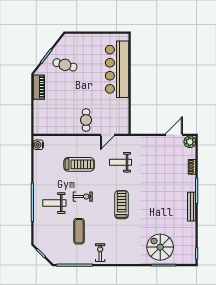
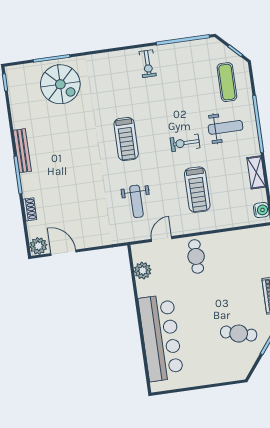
plant: (123, 116) -> (143, 271), added
door: (174, 135) -> (63, 253), swing flipped
weight bench: (121, 162) -> (136, 201), turned 90
treadmill: (79, 164) -> (197, 190), turned -90
shelving: (38, 170) -> (256, 172), added
exercise mat: (79, 231) -> (227, 82), moved

